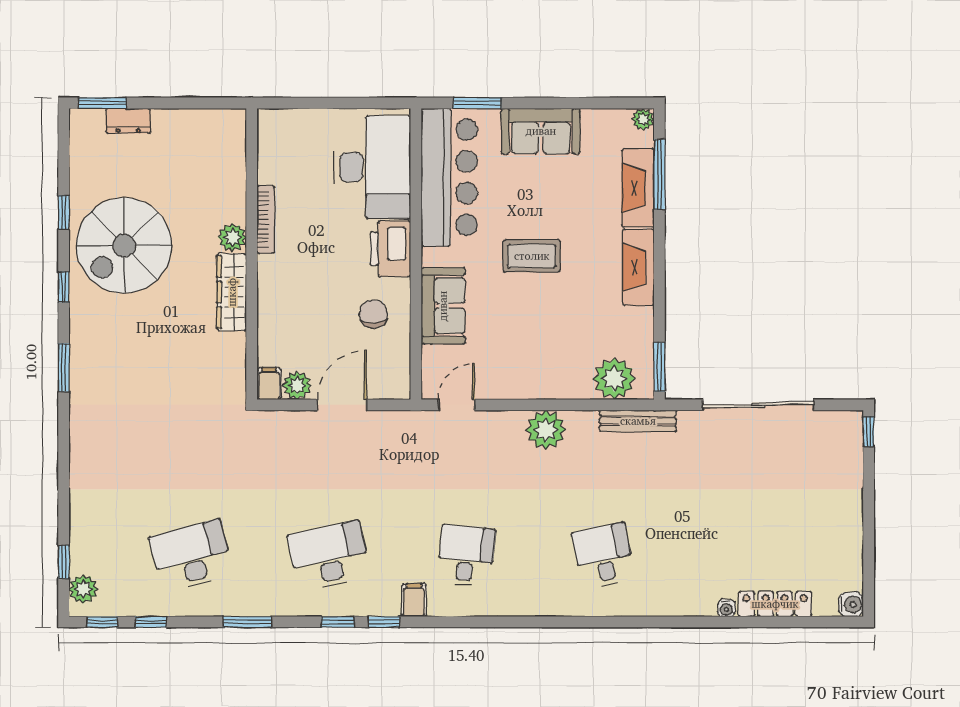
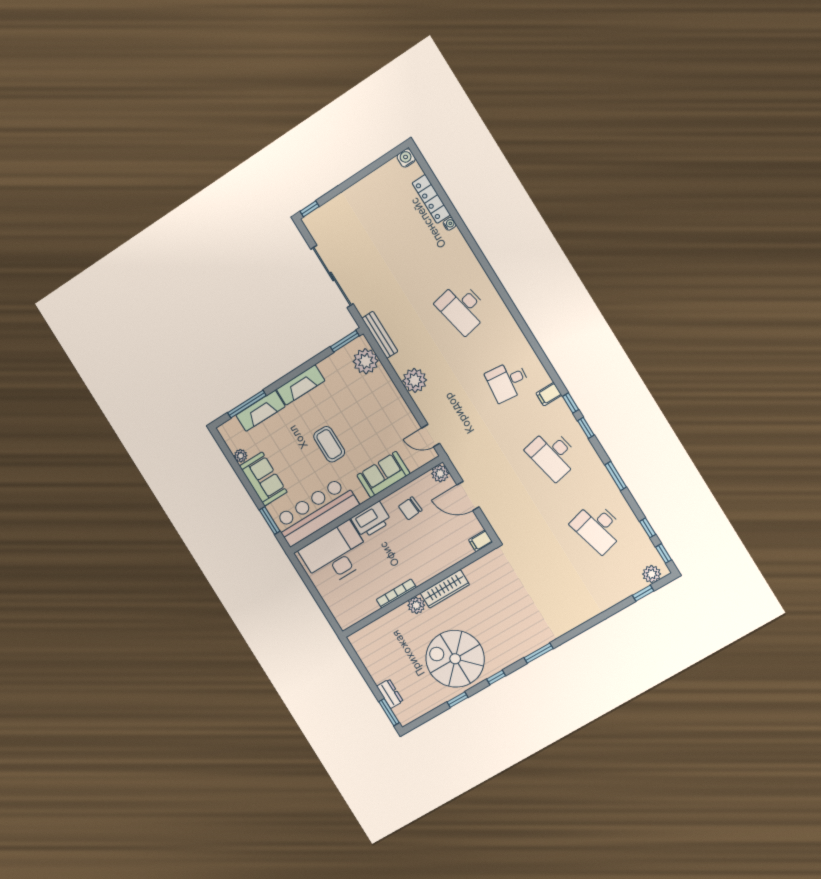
plant: (643, 119) -> (241, 456), moved
spiral stairs: (124, 245) -> (455, 659), turned 180
plant: (297, 385) -> (440, 473), moved
desk: (603, 556) -> (462, 308), width x1.37

